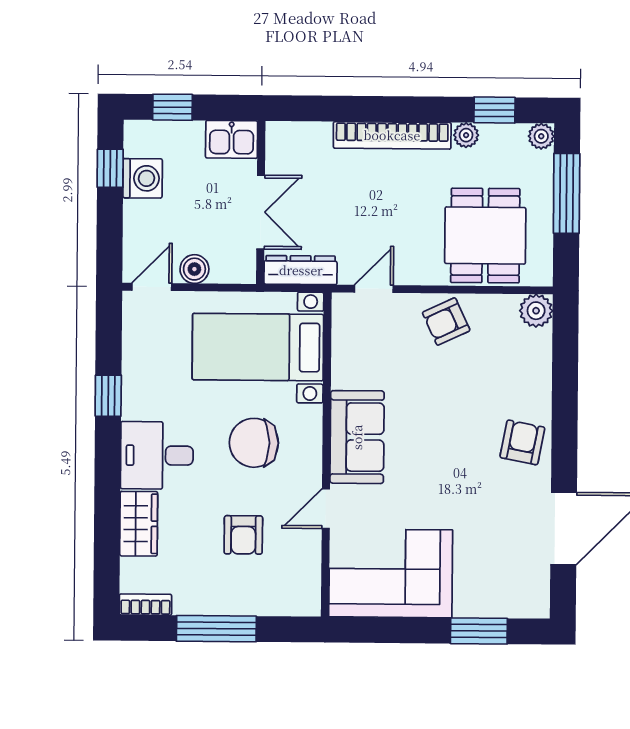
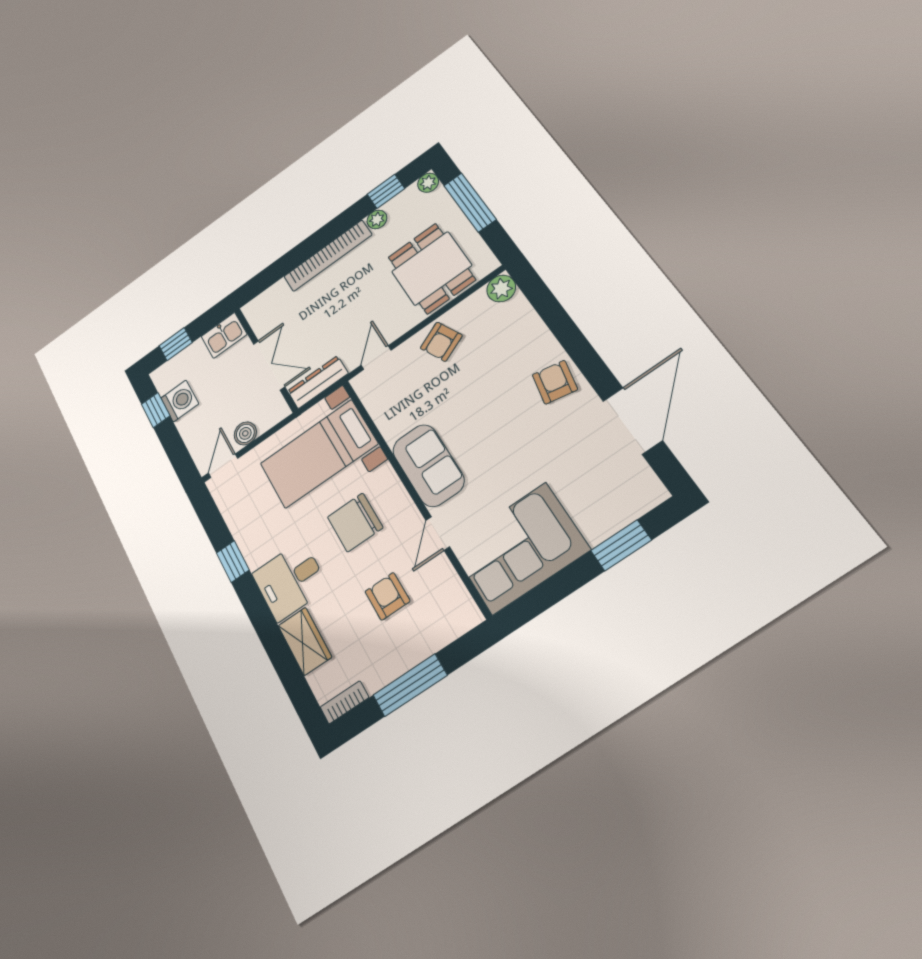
armchair: (243, 535) -> (387, 596), turned 180

